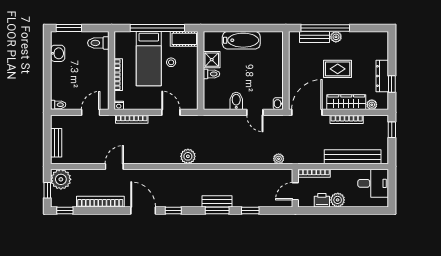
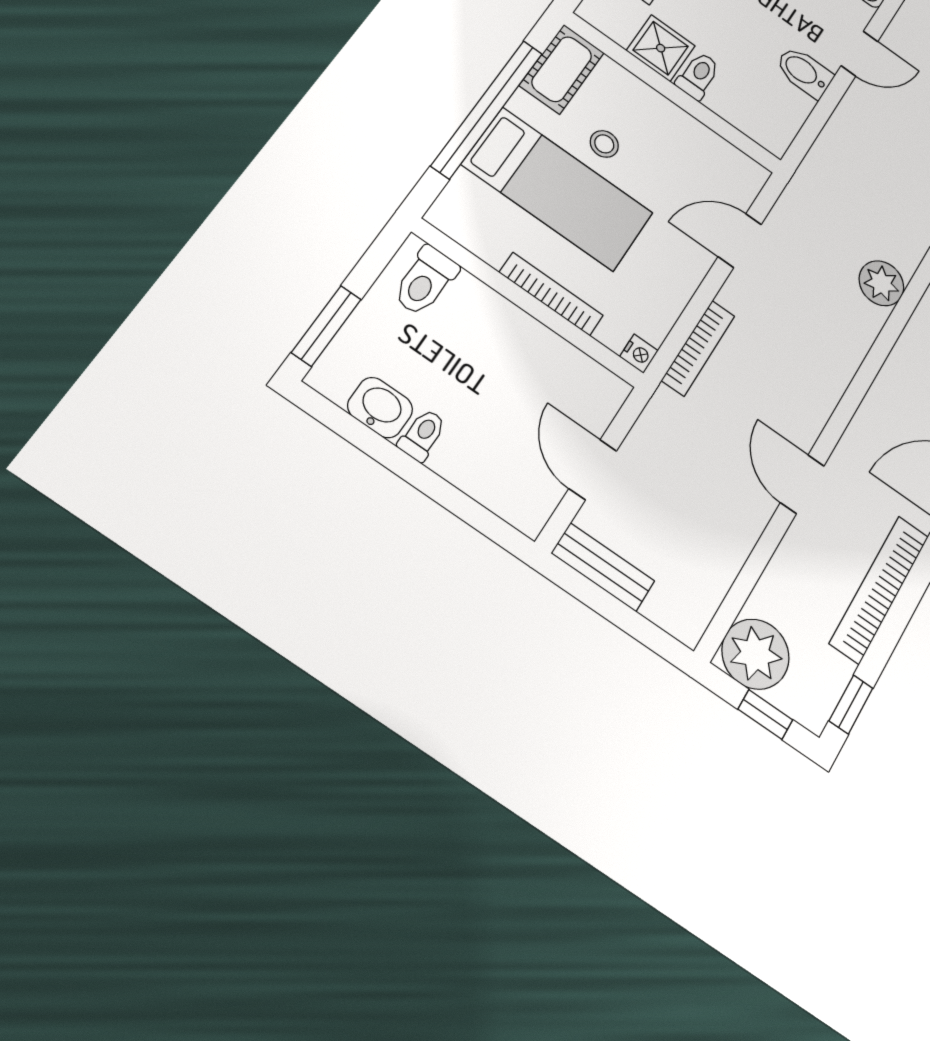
toilet: (58, 105) -> (422, 435), moved
door: (91, 112) -> (593, 470), moved
bench: (56, 143) -> (603, 567), moved

